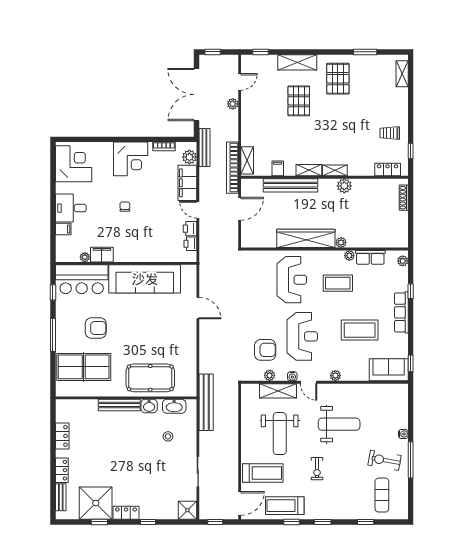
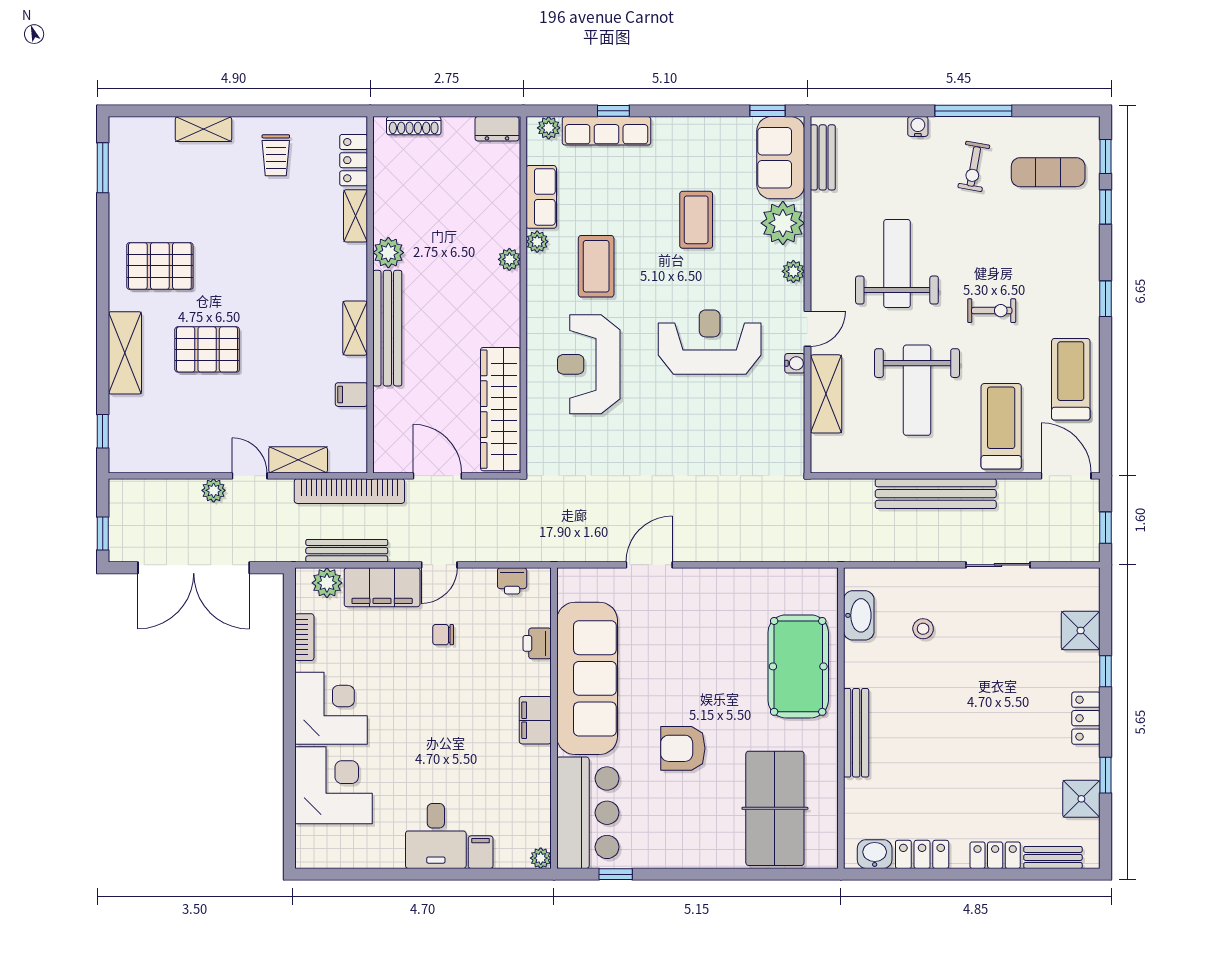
window: (365, 52) -> (103, 168), moved
shelving: (402, 74) -> (203, 129), moved
door: (240, 82) -> (250, 476), moved
bench: (204, 148) -> (347, 551), moved
window: (411, 151) -> (314, 111), removed
shelving: (247, 160) -> (298, 460), moved
corner desk: (74, 164) -> (334, 785), moved, turned 90
shelving: (335, 170) -> (356, 216), moved
bench: (291, 185) -> (387, 328), moved
chair: (125, 207) -> (443, 635), moved
printer: (190, 229) -> (537, 643), moved, turned 90
dresser: (402, 237) -> (497, 129), added
wardrobe: (306, 238) -> (501, 409), moved
filing cabinet: (102, 255) -> (535, 720), moved
plant: (85, 257) -> (541, 858), moved
reception desk: (292, 280) -> (589, 364), turned -90
row of seats: (401, 312) -> (606, 131), moved
armchair: (96, 328) -> (683, 748), moved, turned -90
coffee table: (360, 330) -> (696, 220), width x0.73, depth x0.76
window: (53, 335) -> (706, 874), removed
armchair: (265, 350) -> (739, 421), removed
plant: (270, 375) -> (783, 223), moved, width x1.87, depth x1.87
bench: (389, 389) -> (823, 157), added
bench: (206, 402) -> (936, 494), moved
washbasin: (149, 406) -> (875, 854), moved, turned -90
weight bench: (280, 434) -> (917, 390), turned 90
exercise bike: (385, 460) -> (974, 166), width x0.73, depth x0.72
shower: (96, 503) -> (1081, 799), width x0.54, depth x0.54
treadmill: (285, 506) -> (1071, 379), turned 180
shower: (187, 510) -> (1081, 631), moved
window: (292, 522) -> (1106, 156), moved

